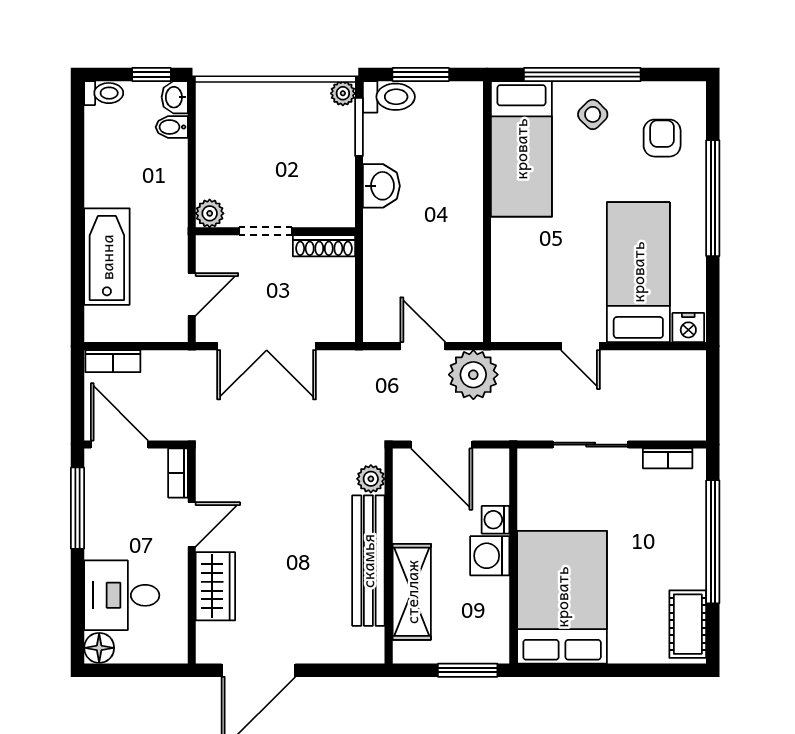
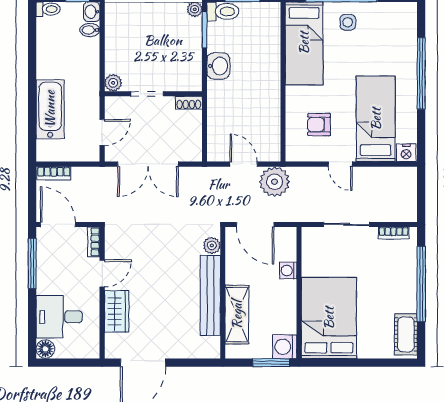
side table: (593, 114) -> (348, 22), turned 45
armchair: (662, 138) -> (319, 125), moved, turned -90
shoe rack: (324, 246) -> (189, 103), width x0.70
washing machine: (490, 556) -> (285, 347), moved

